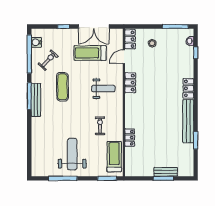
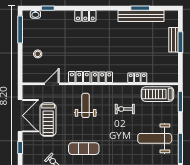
locker: (130, 39) -> (102, 77), moved
door: (124, 57) -> (52, 84), swing flipped
bench: (188, 121) -> (141, 16), moved

